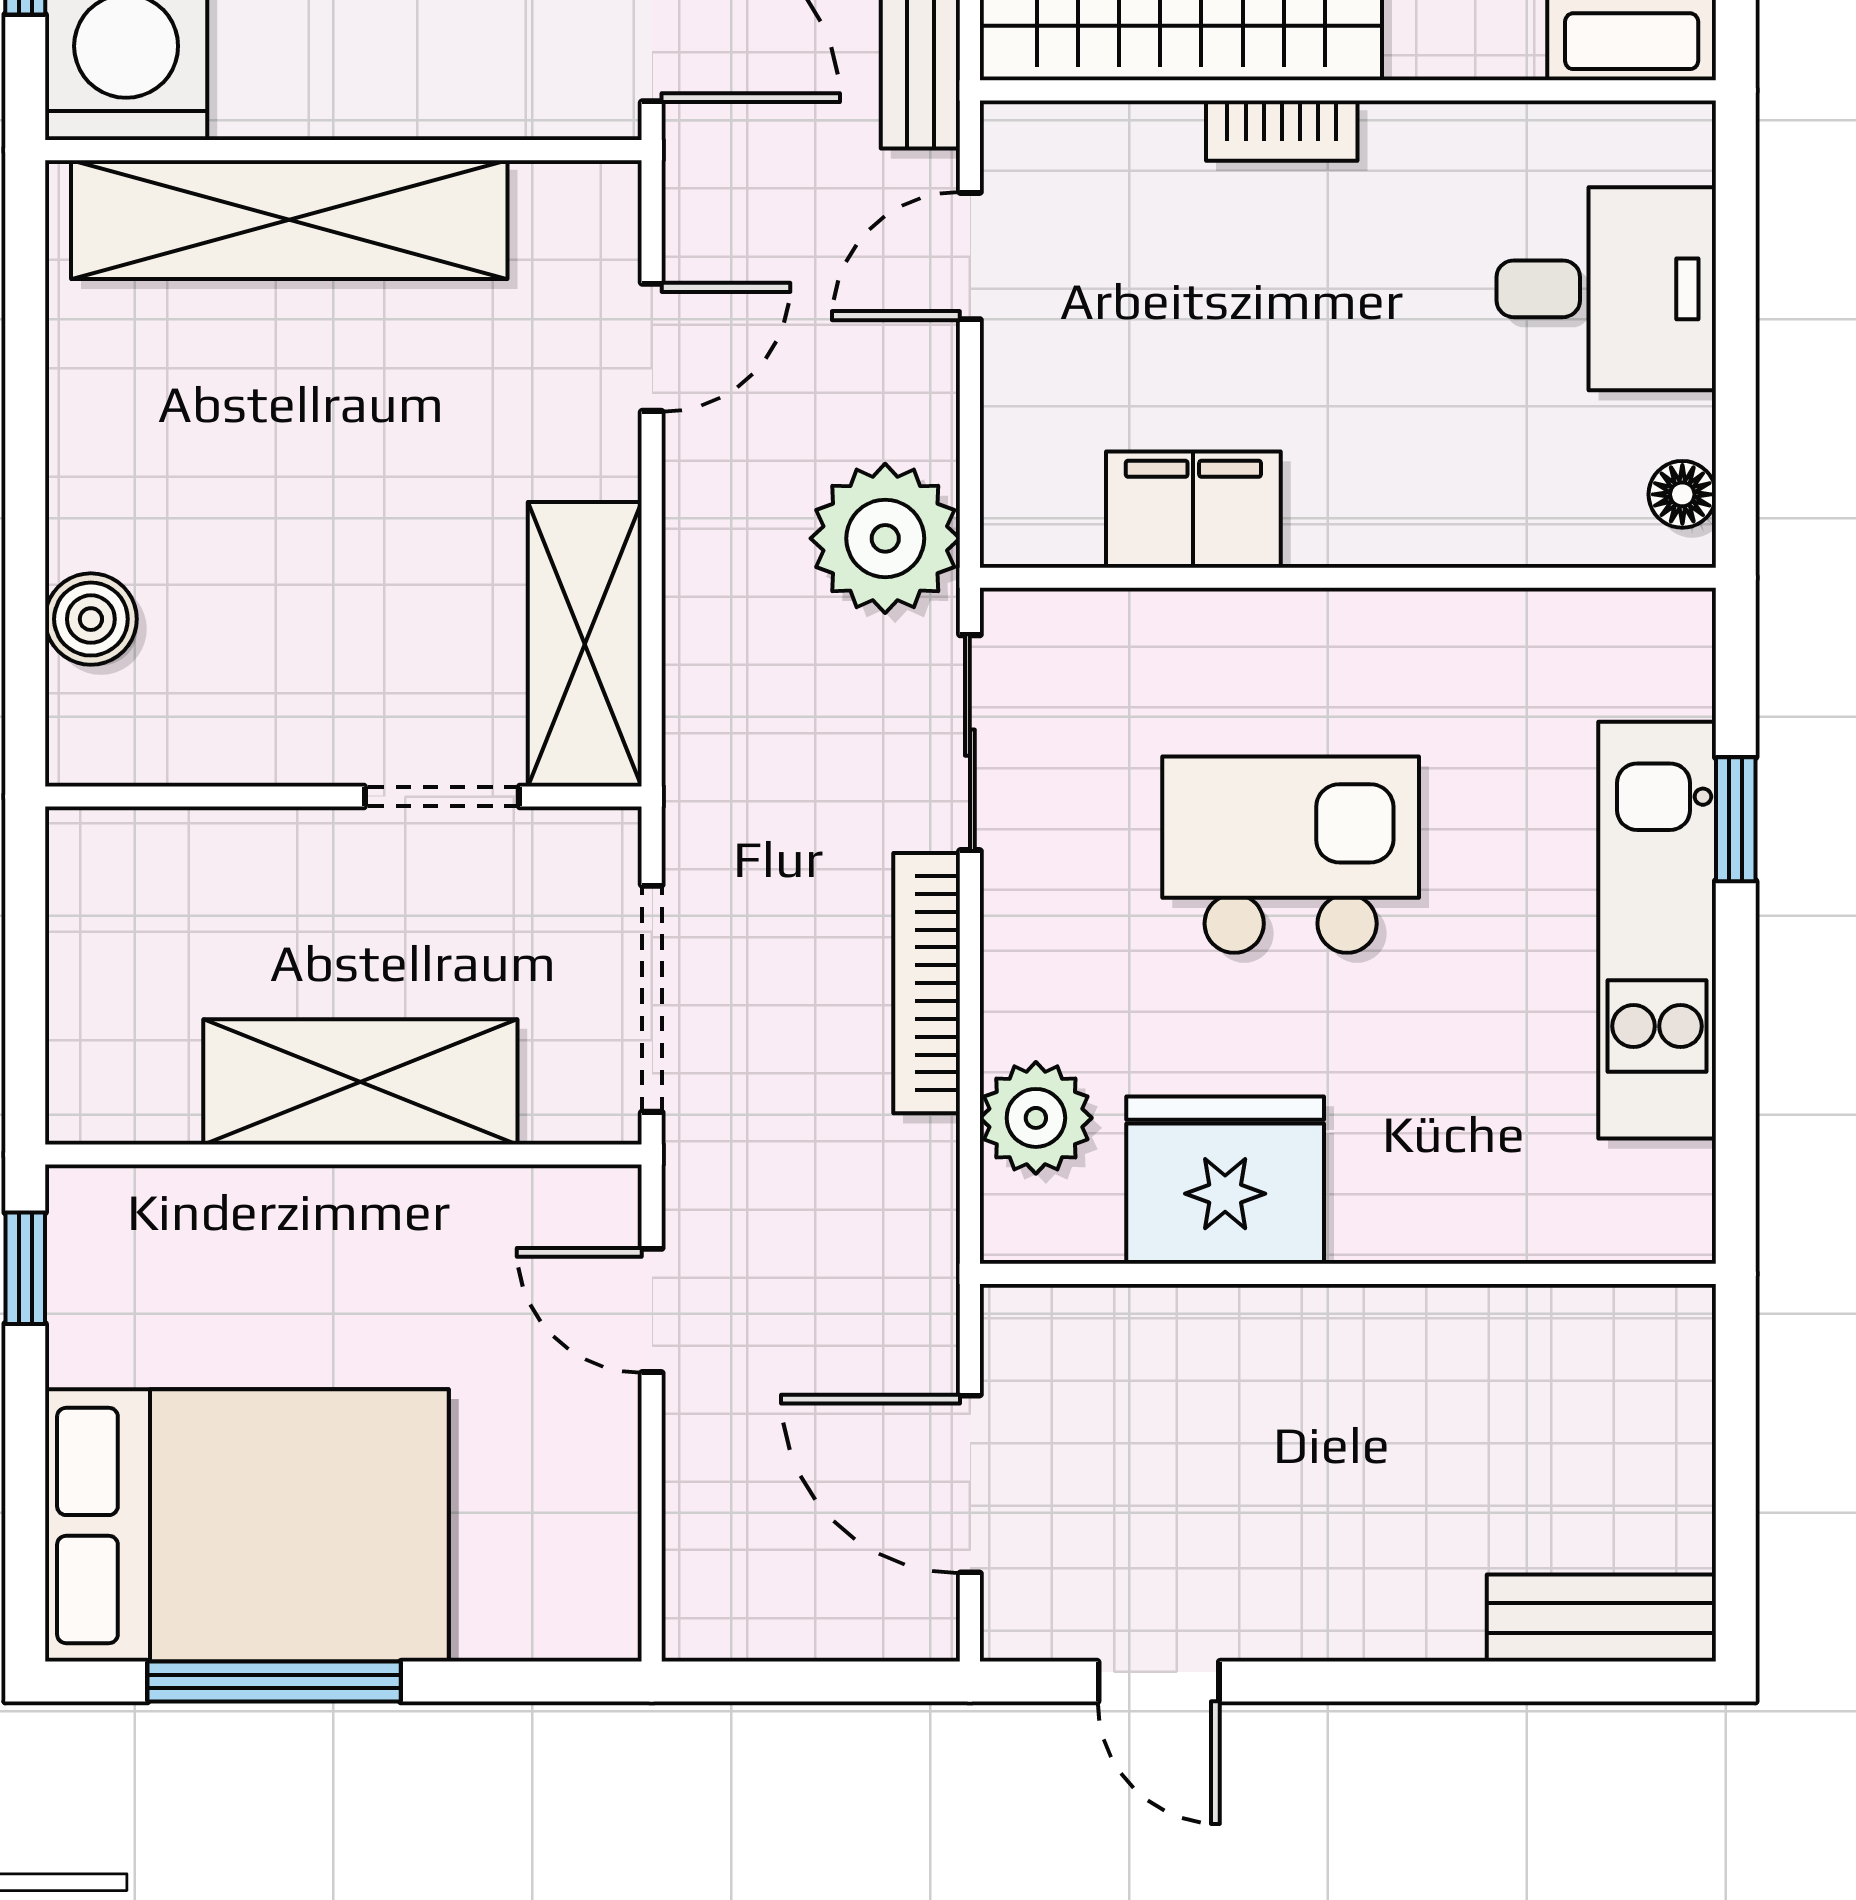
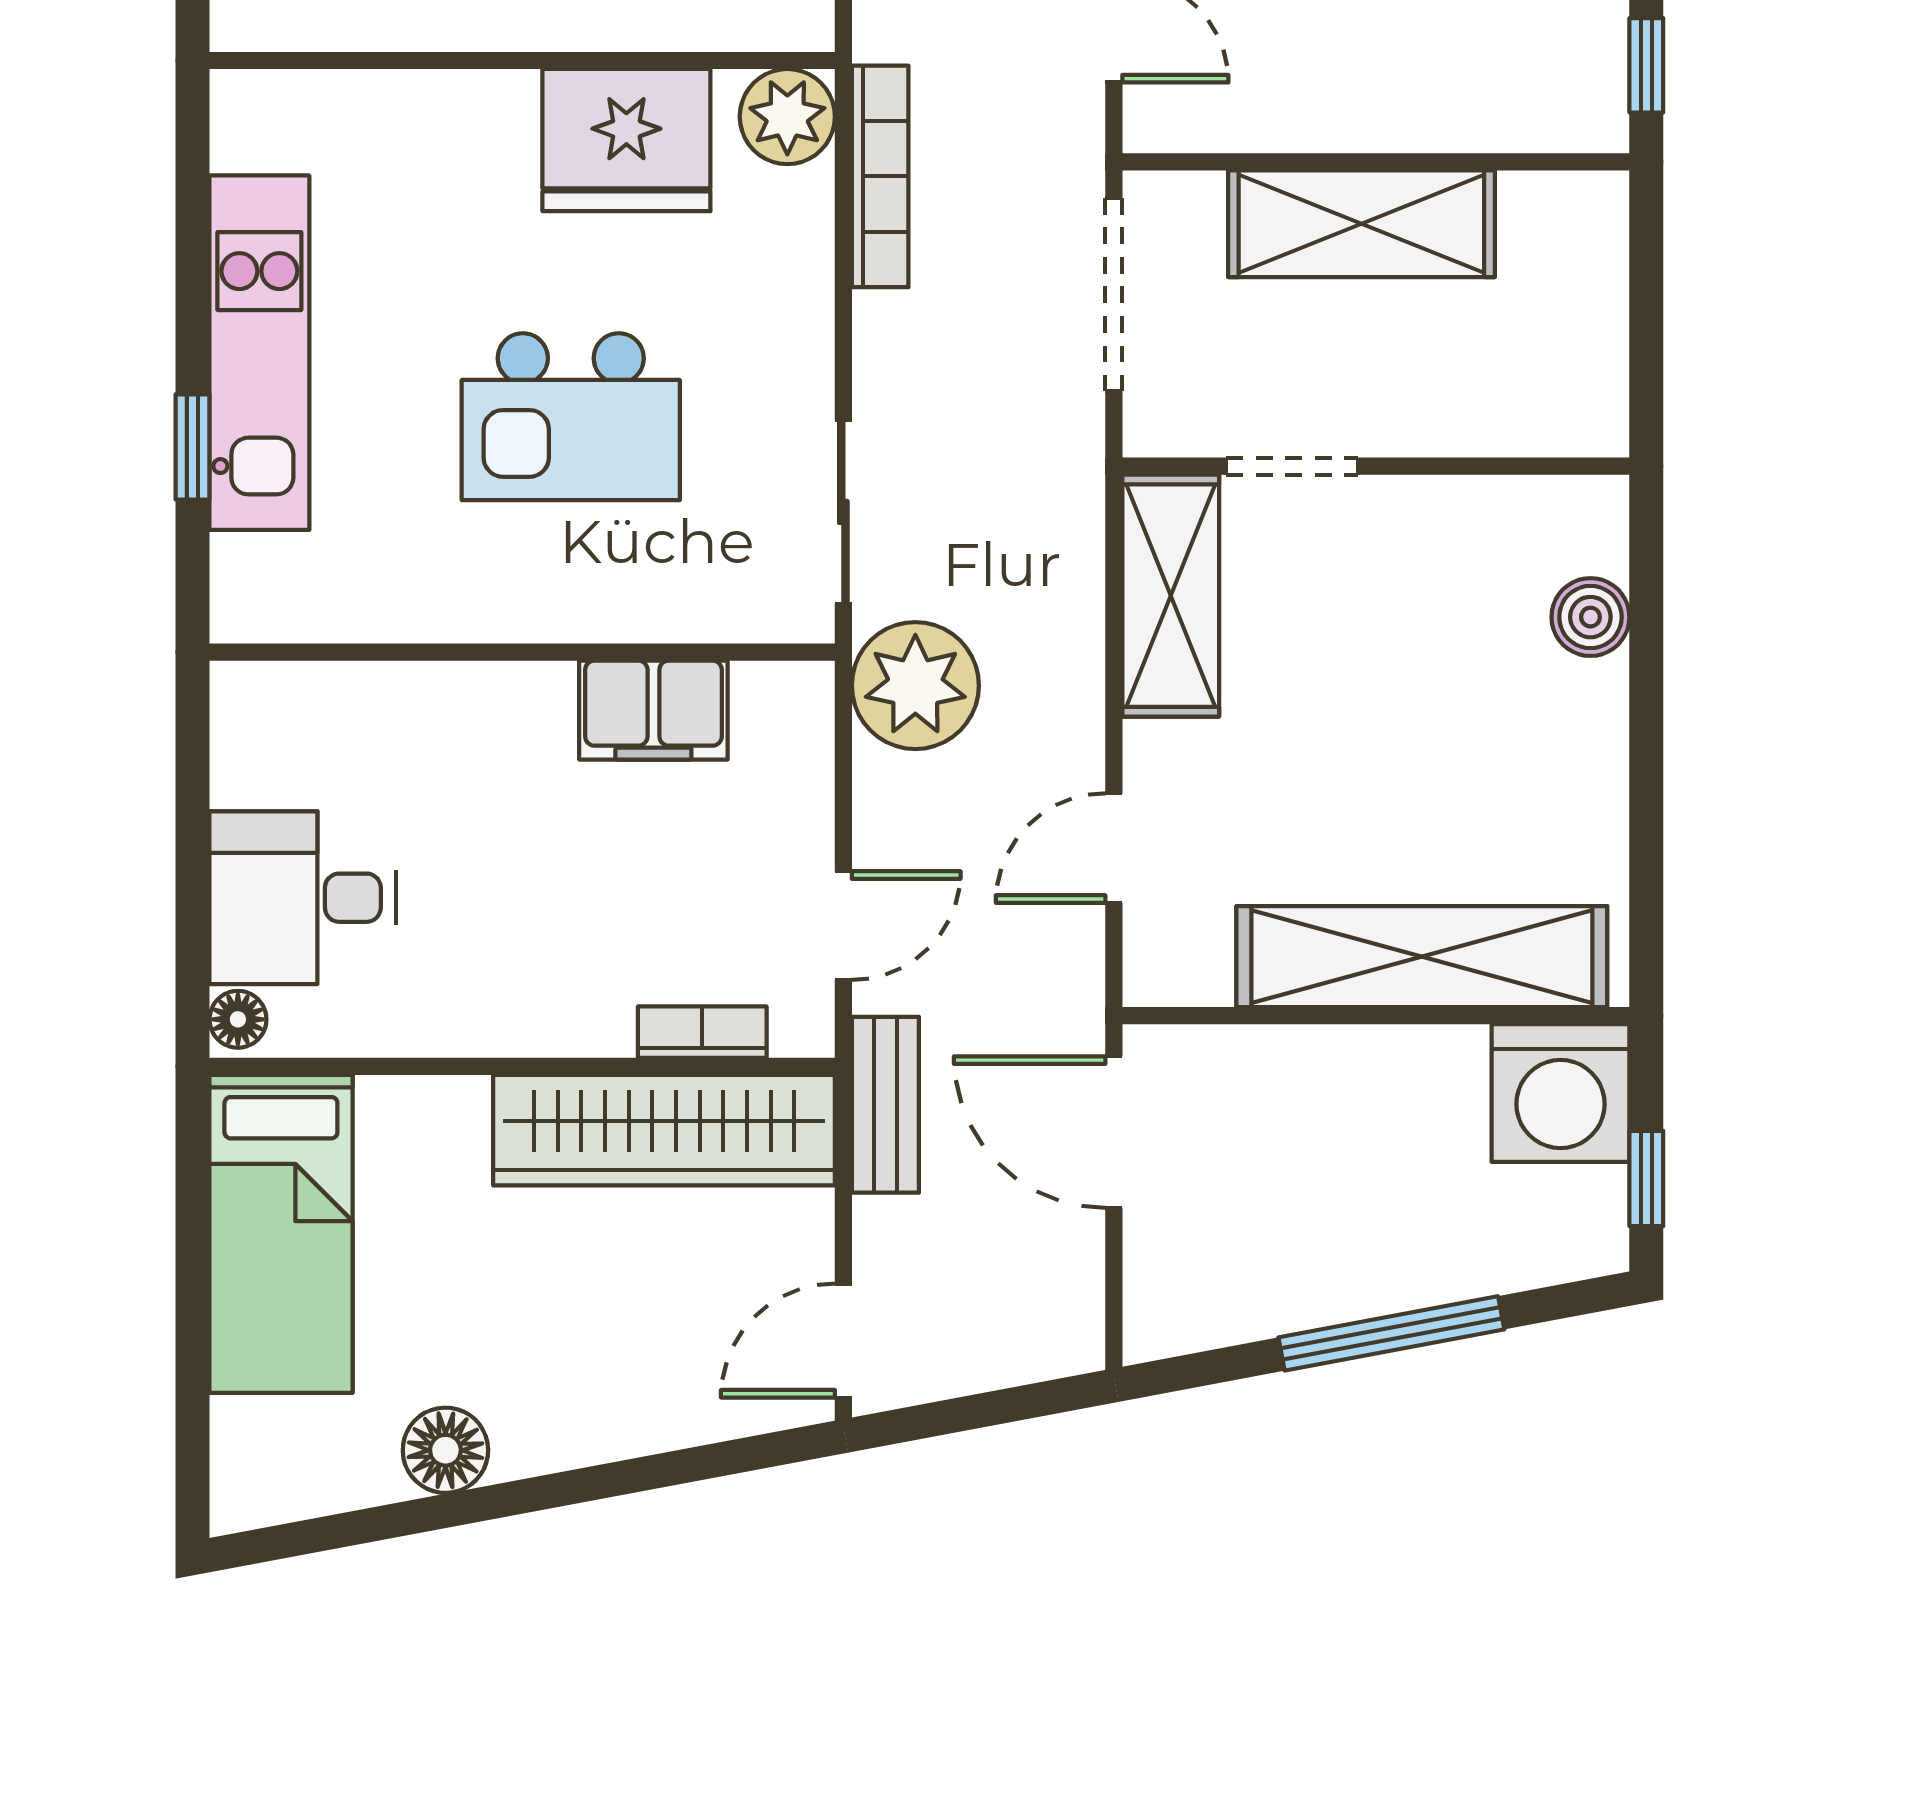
bookcase: (1282, 131) -> (702, 1032), moved
floor lamp: (1682, 494) -> (238, 1019), moved
bookcase: (927, 983) -> (880, 176), moved
plant: (1036, 1118) -> (787, 117), moved

